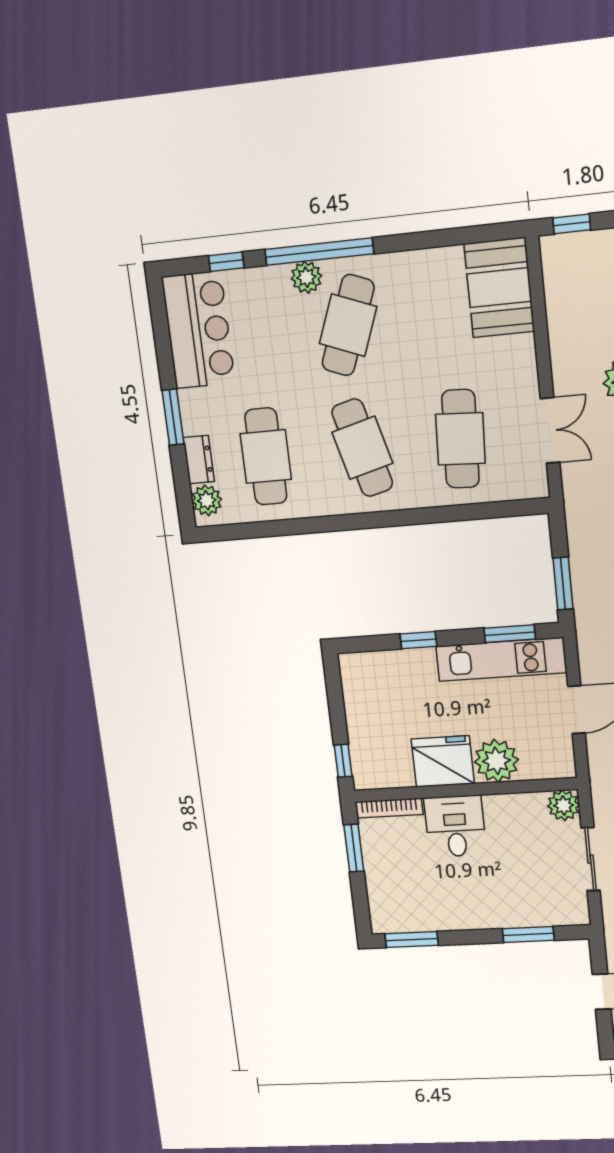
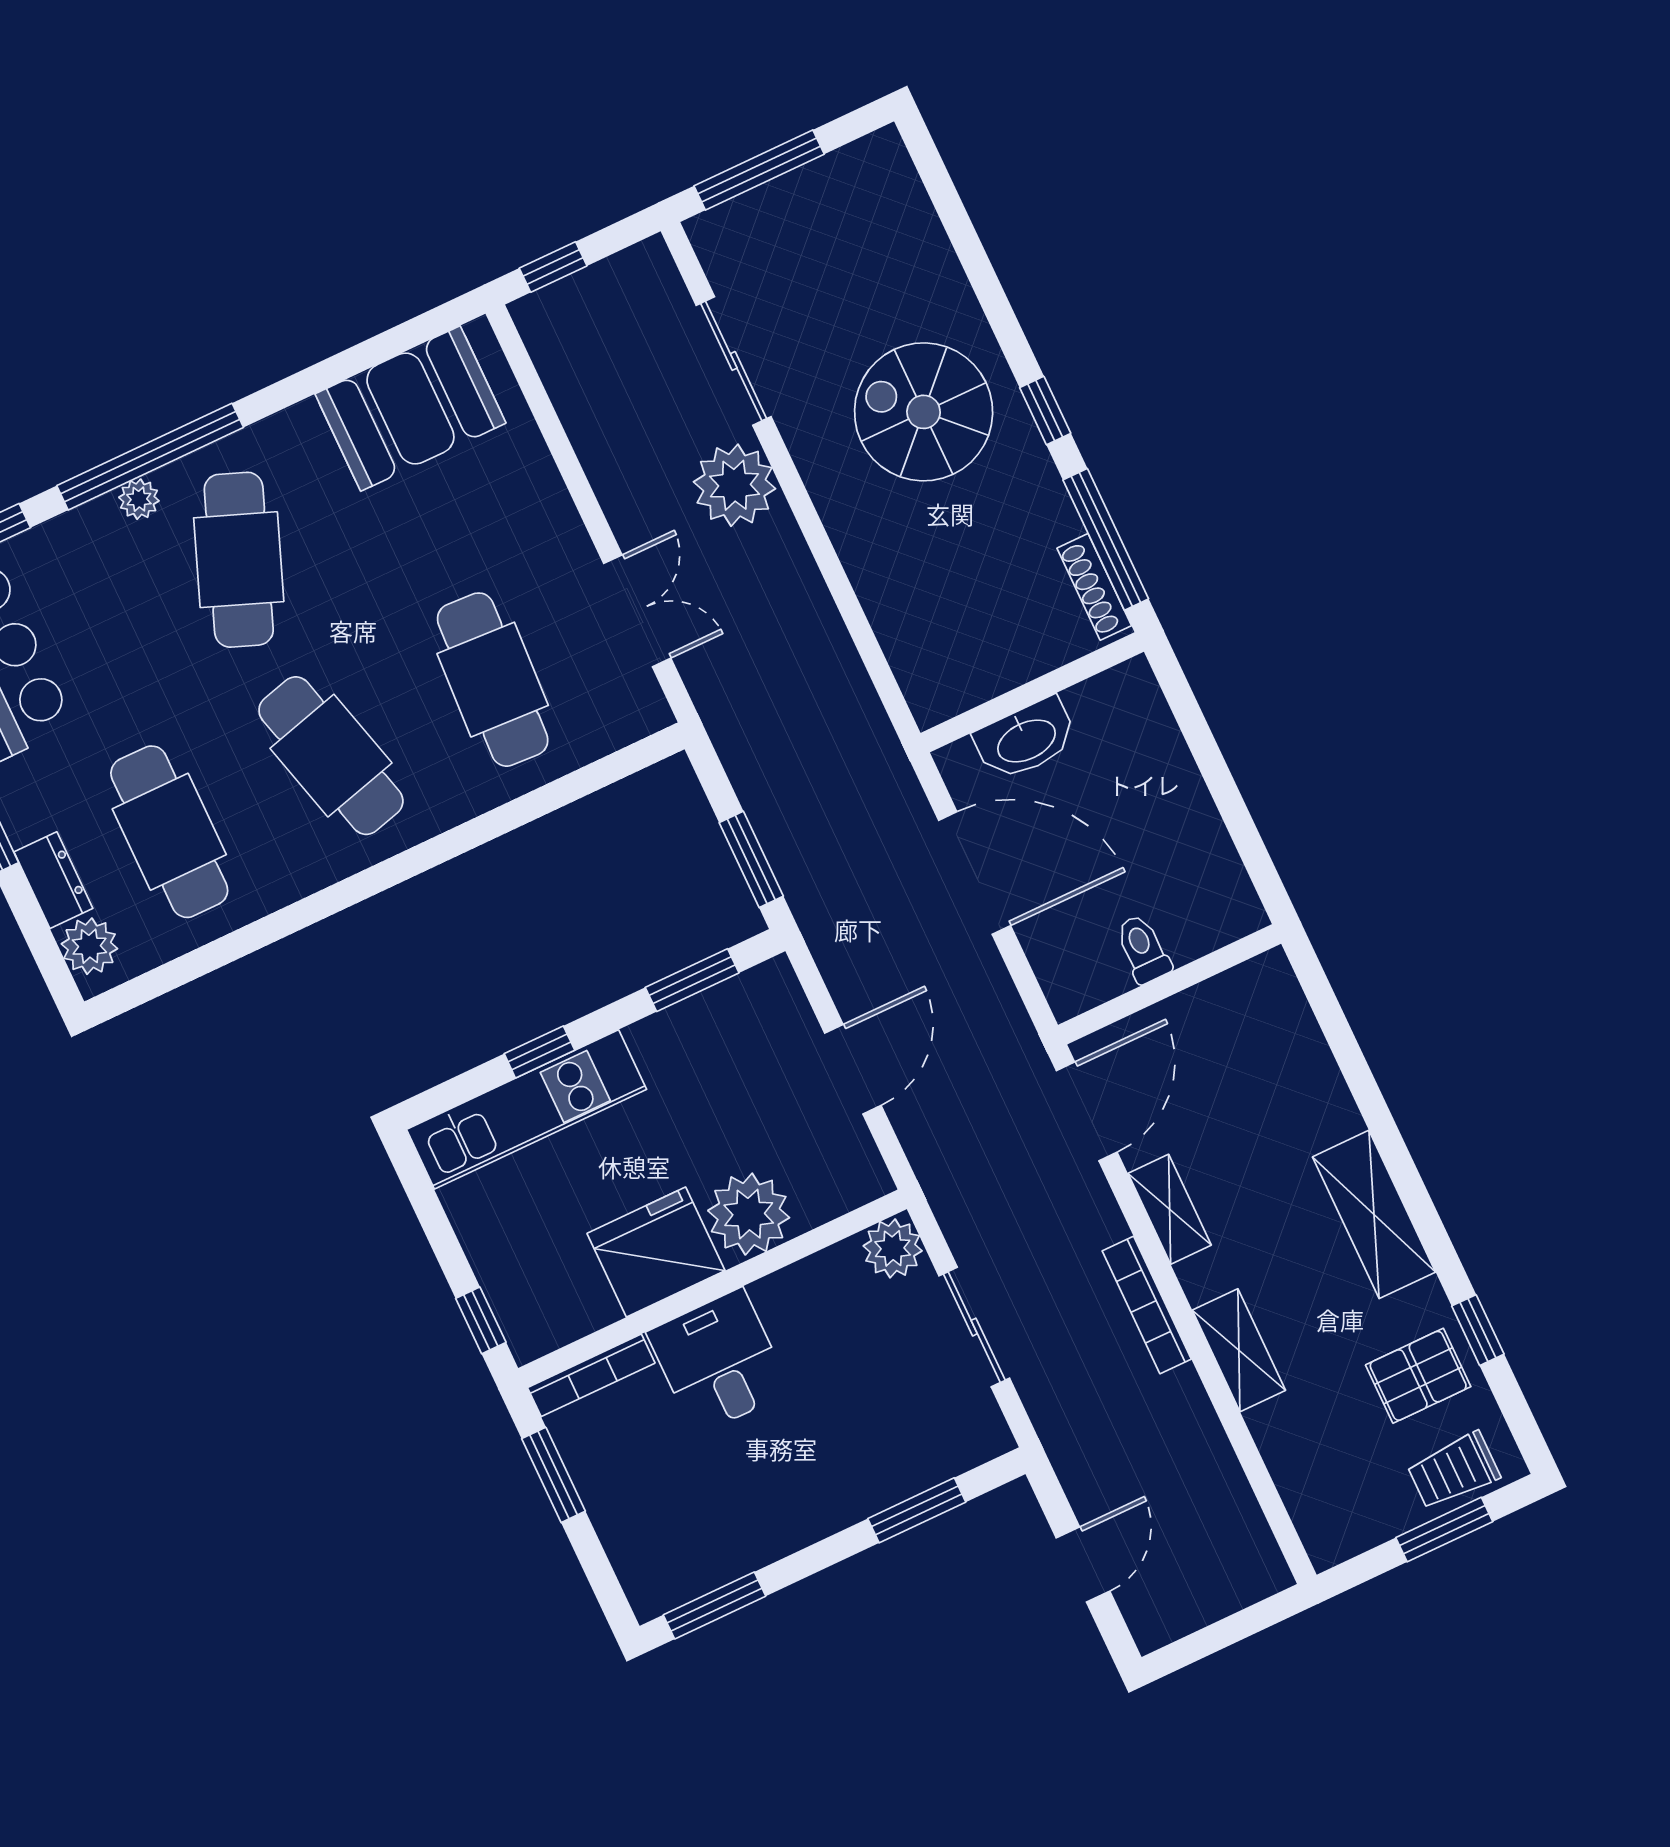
plant: (306, 277) -> (139, 499), width x0.73, depth x0.73
booth: (499, 288) -> (410, 408), moved, turned 90
kitchen unit: (501, 659) -> (527, 1109), moved

